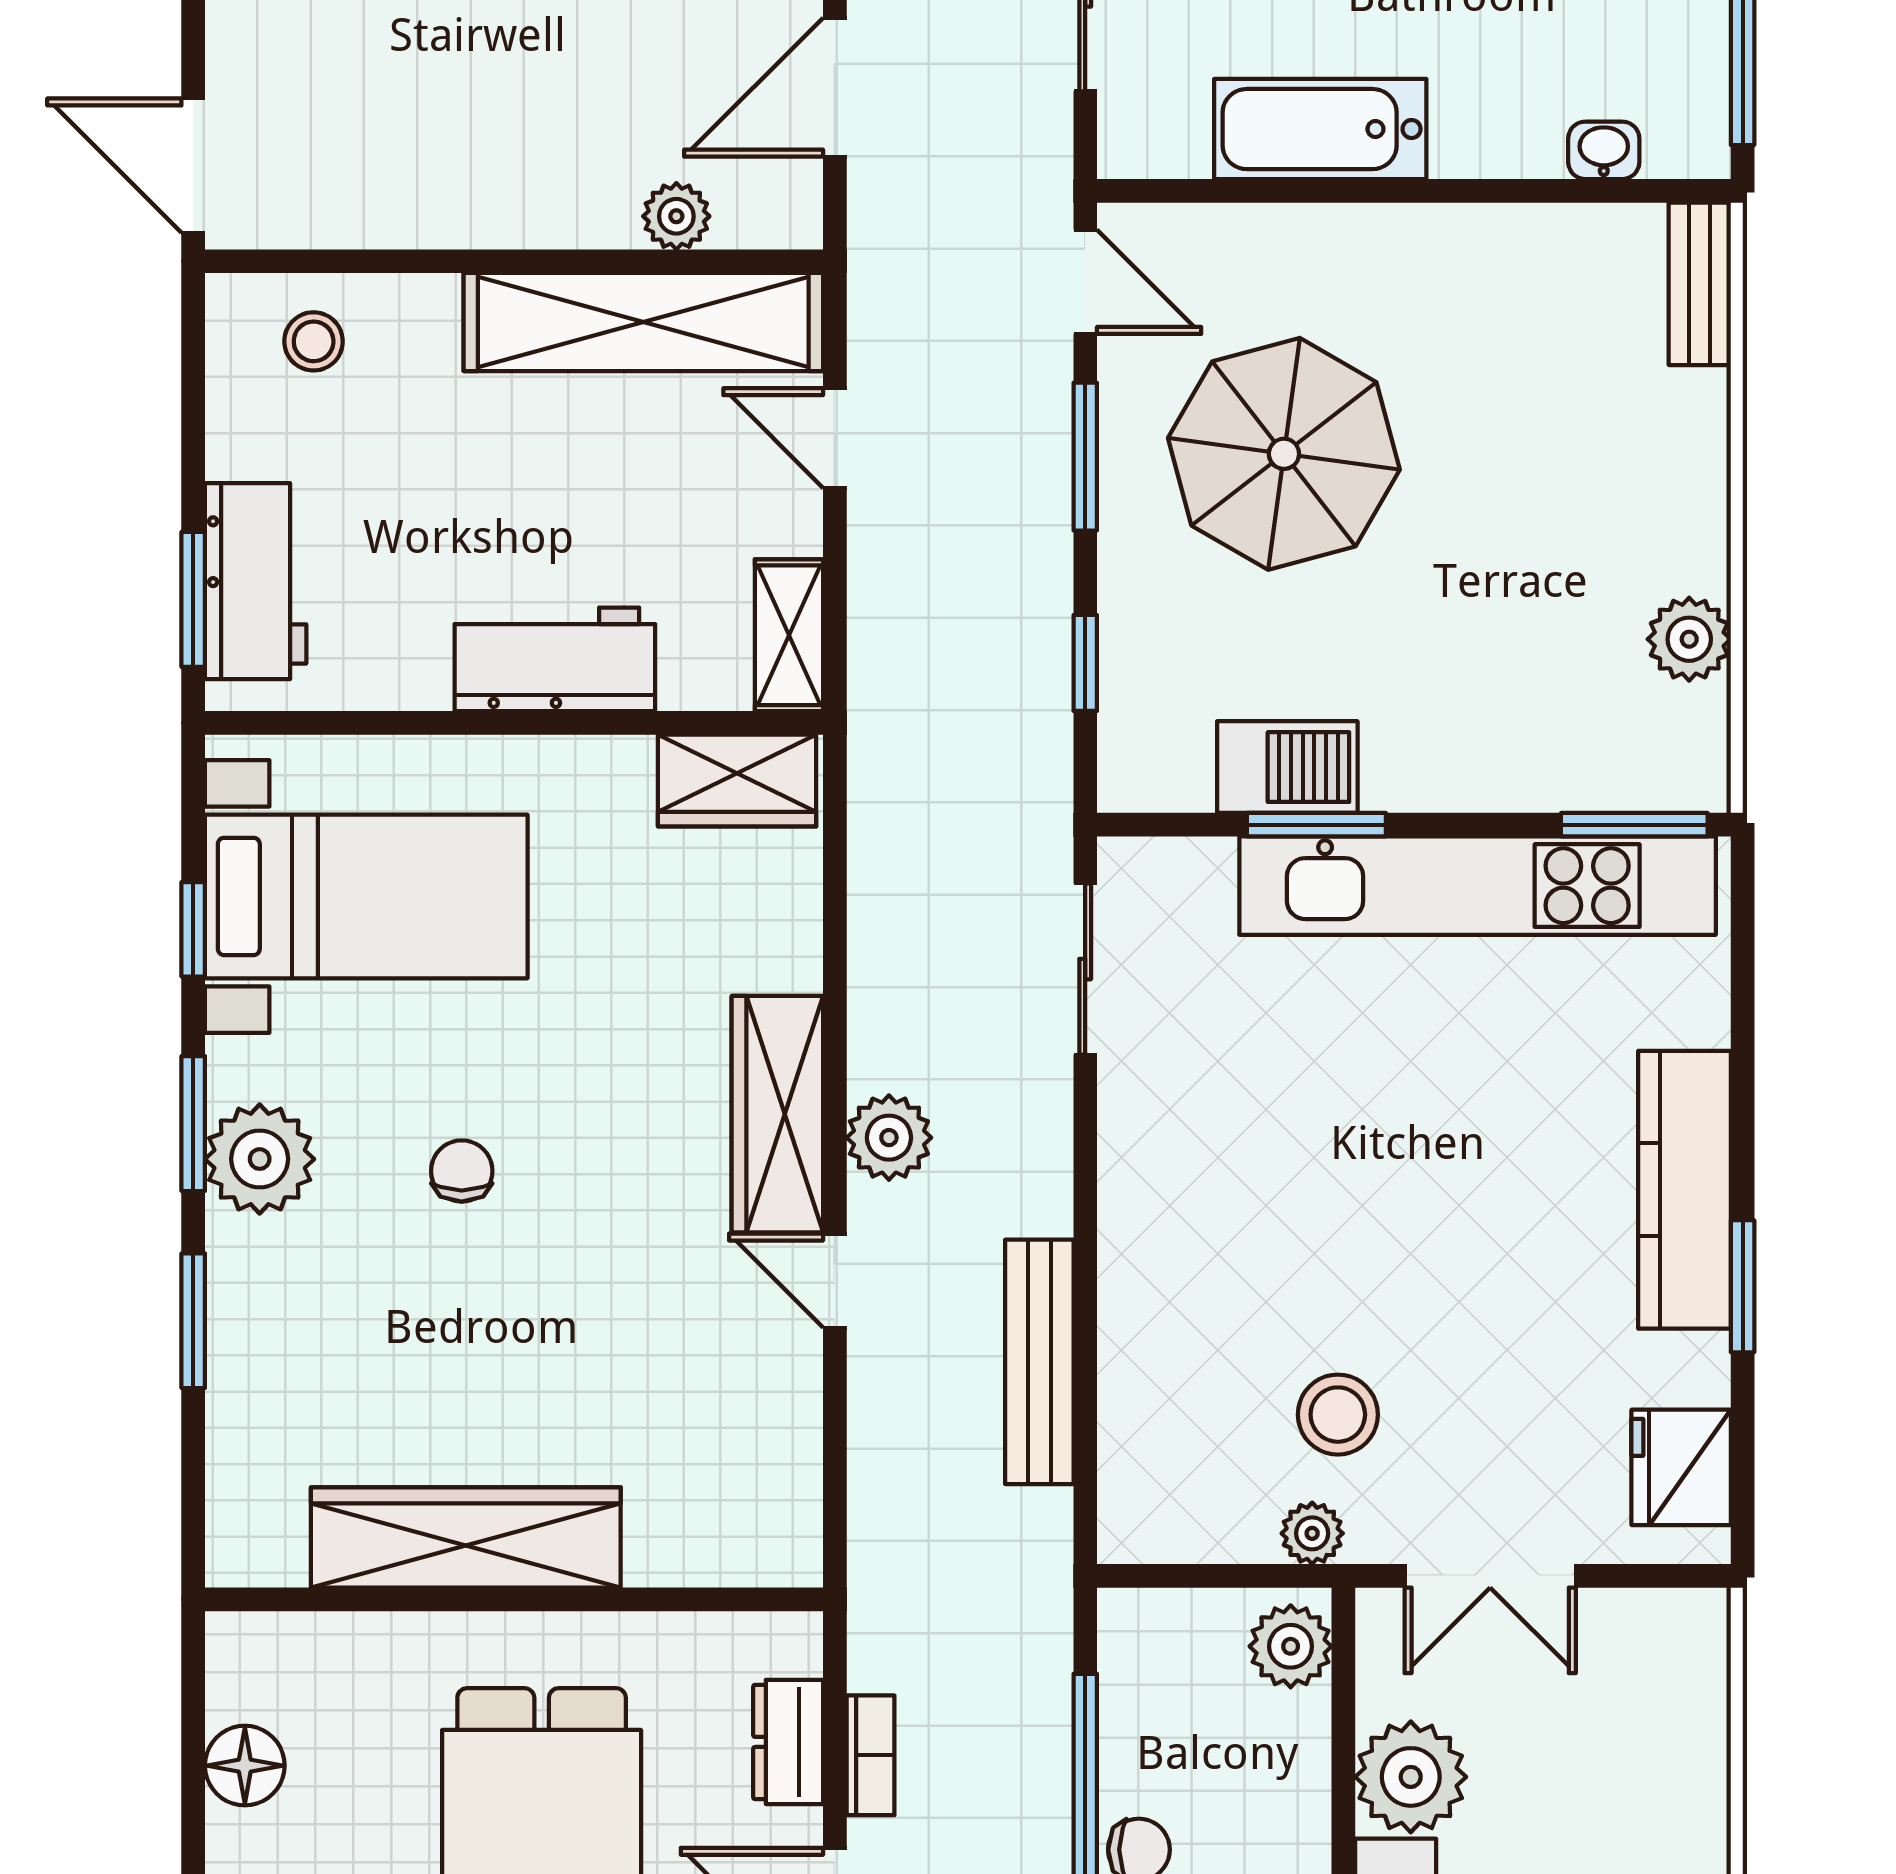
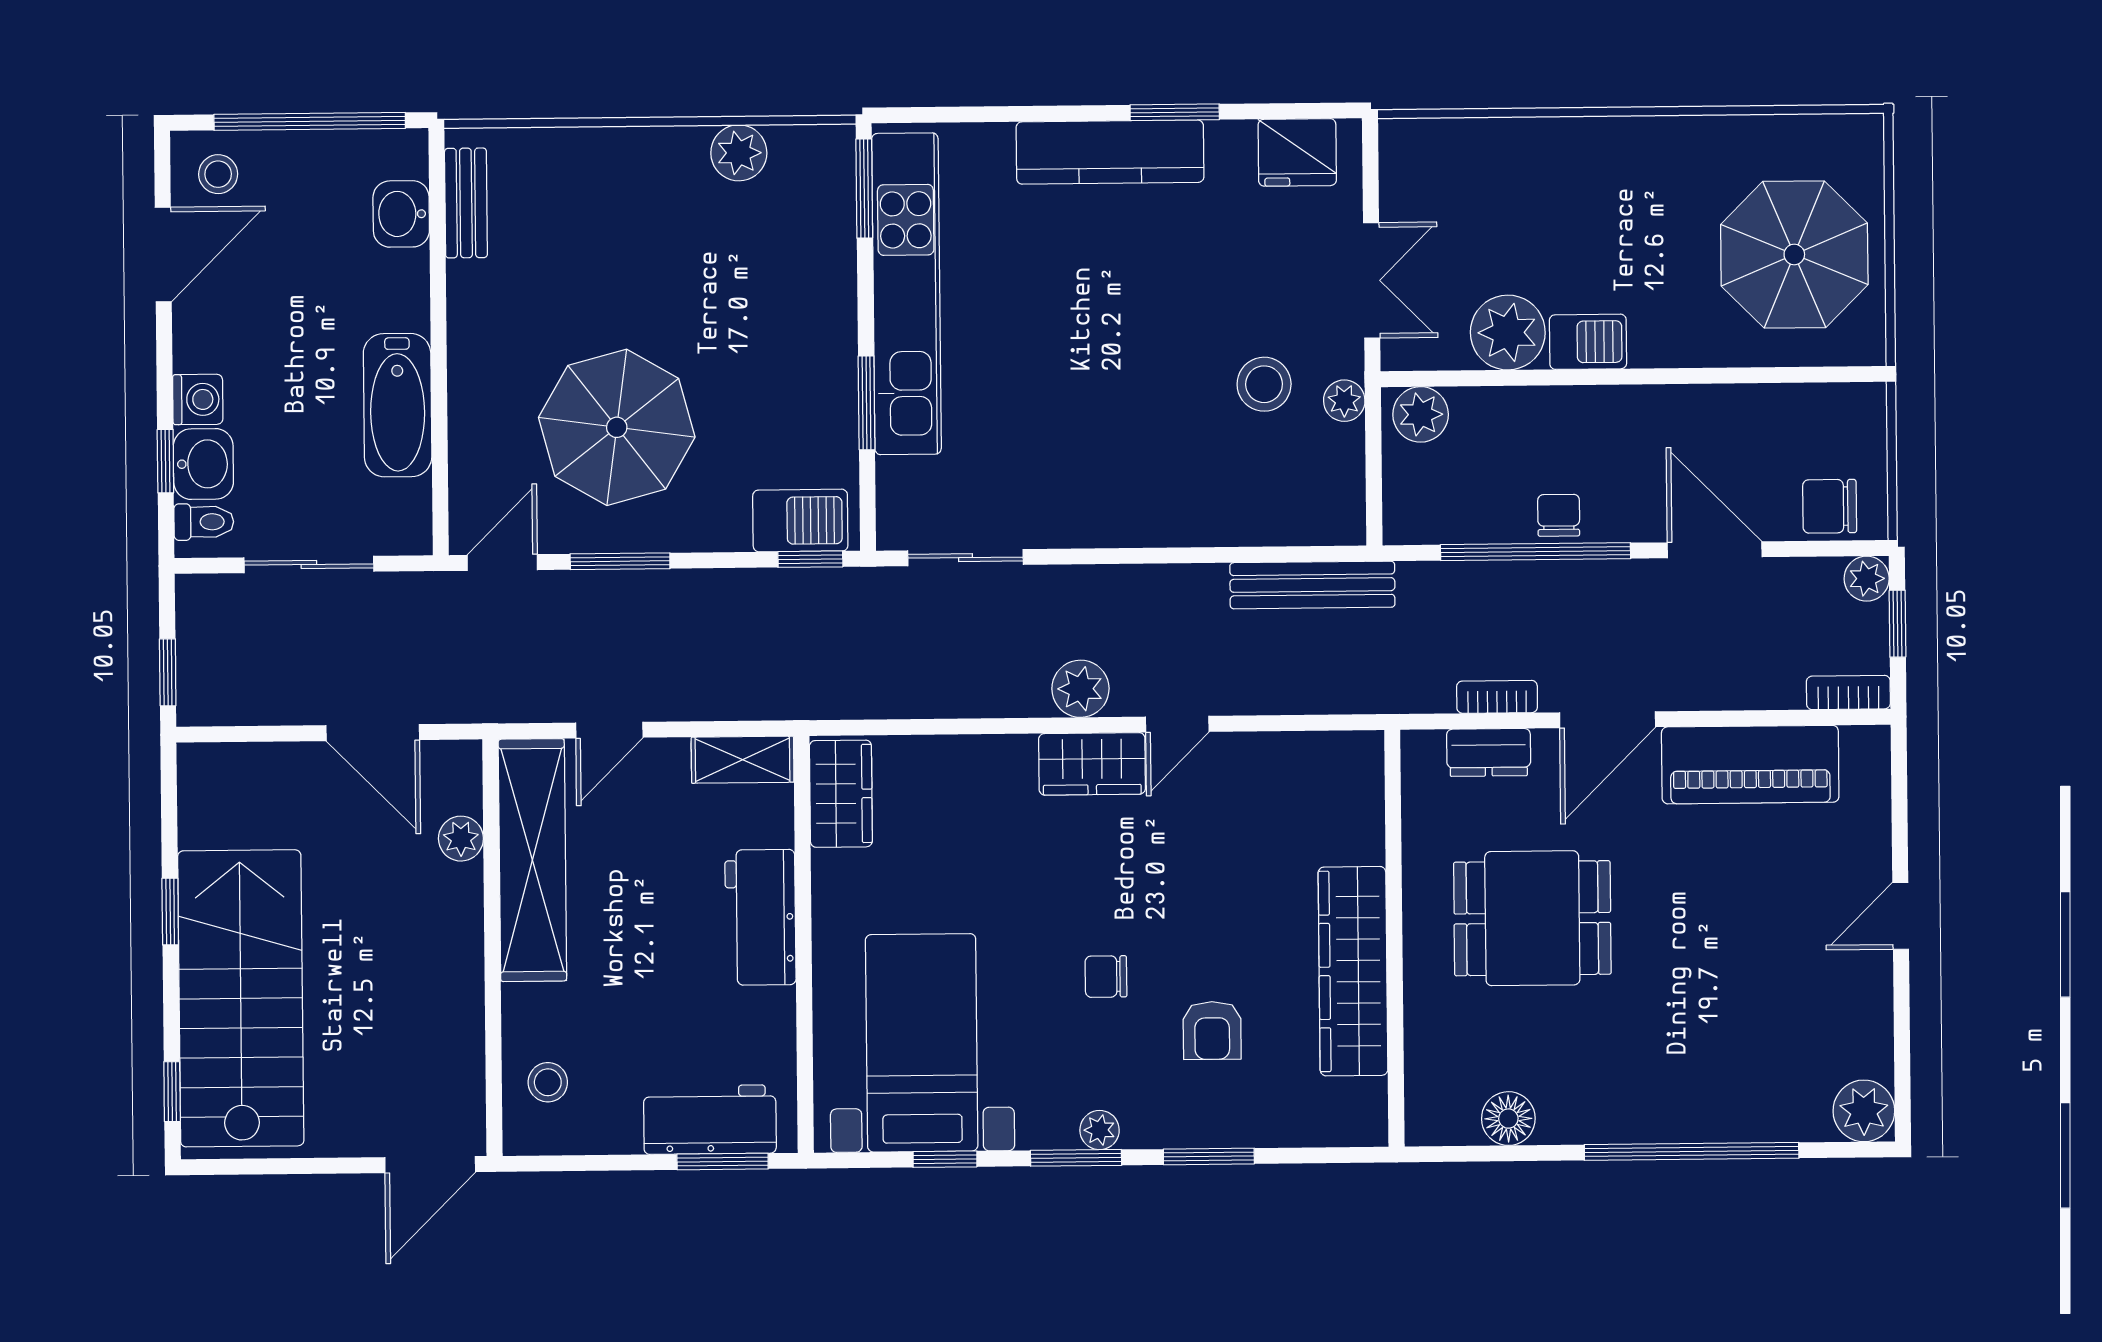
washbasin: (1604, 150) -> (401, 214), width x1.38, depth x1.45
bench: (1700, 284) -> (466, 203), moved, turned 90
window: (1085, 663) -> (810, 559), moved
barbecue: (1287, 767) -> (800, 521), moved, turned 90
wardrobe: (777, 1114) -> (1092, 764), width x0.67
plant: (260, 1159) -> (1100, 1130), width x0.53, depth x0.53
armchair: (380, 1328) -> (1212, 1031), added
bench: (1039, 1362) -> (1312, 585), moved

